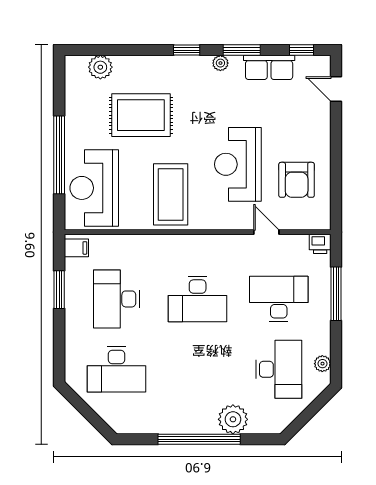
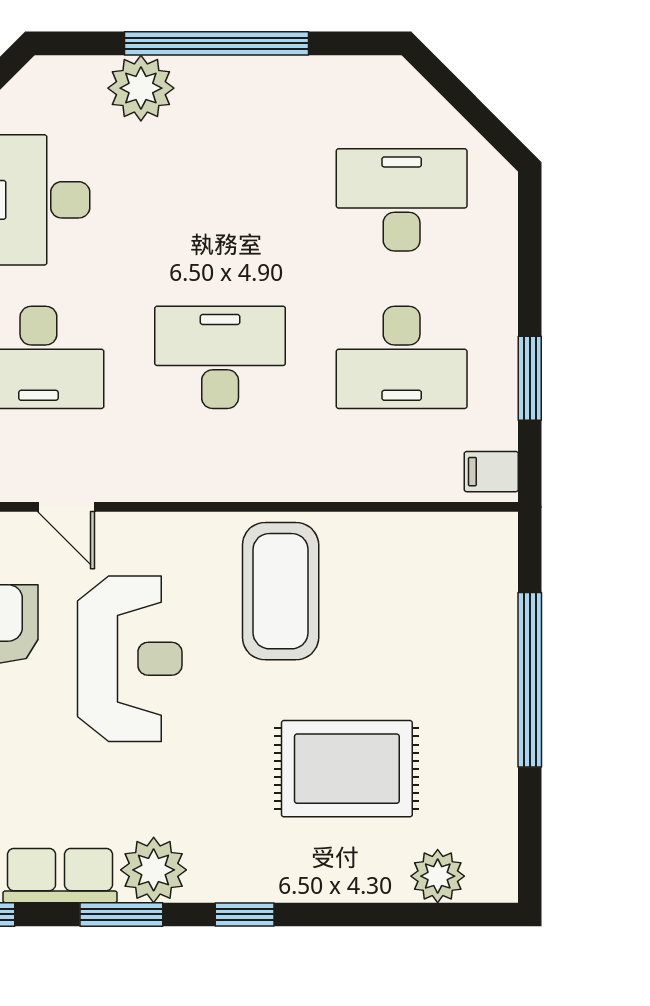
plant: (220, 63) -> (154, 870), width x1.88, depth x1.88
reception desk: (94, 188) -> (451, 606), removed
desk: (116, 299) -> (402, 357), turned 90

